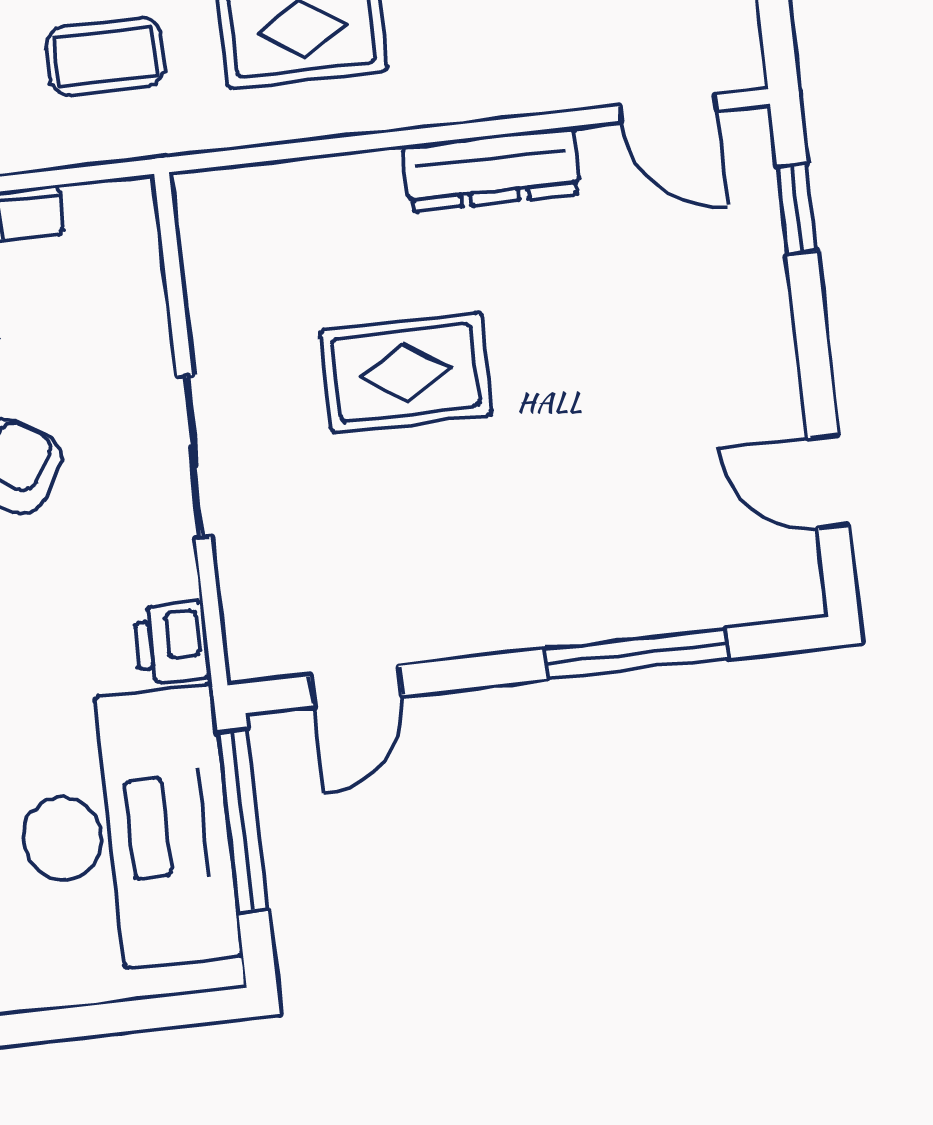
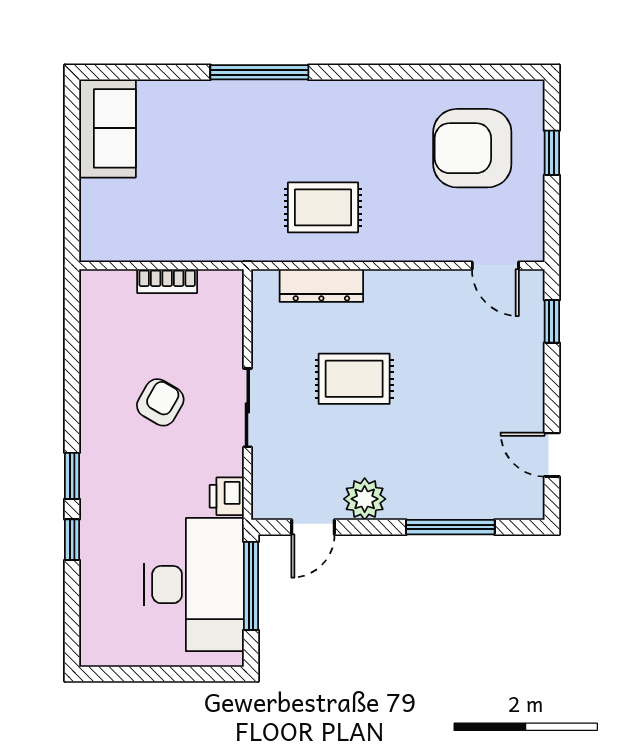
coffee table: (105, 56) -> (227, 210), removed
dresser: (492, 169) -> (321, 286), moved
plant: (455, 616) -> (365, 499), added

